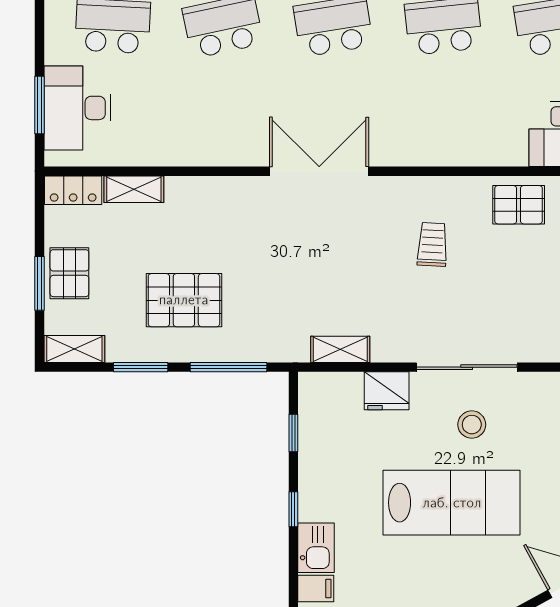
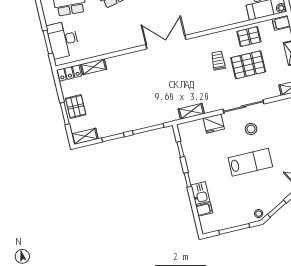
pallet: (184, 300) -> (248, 65), moved
lab bench: (452, 503) -> (250, 162), width x0.73, depth x0.72

